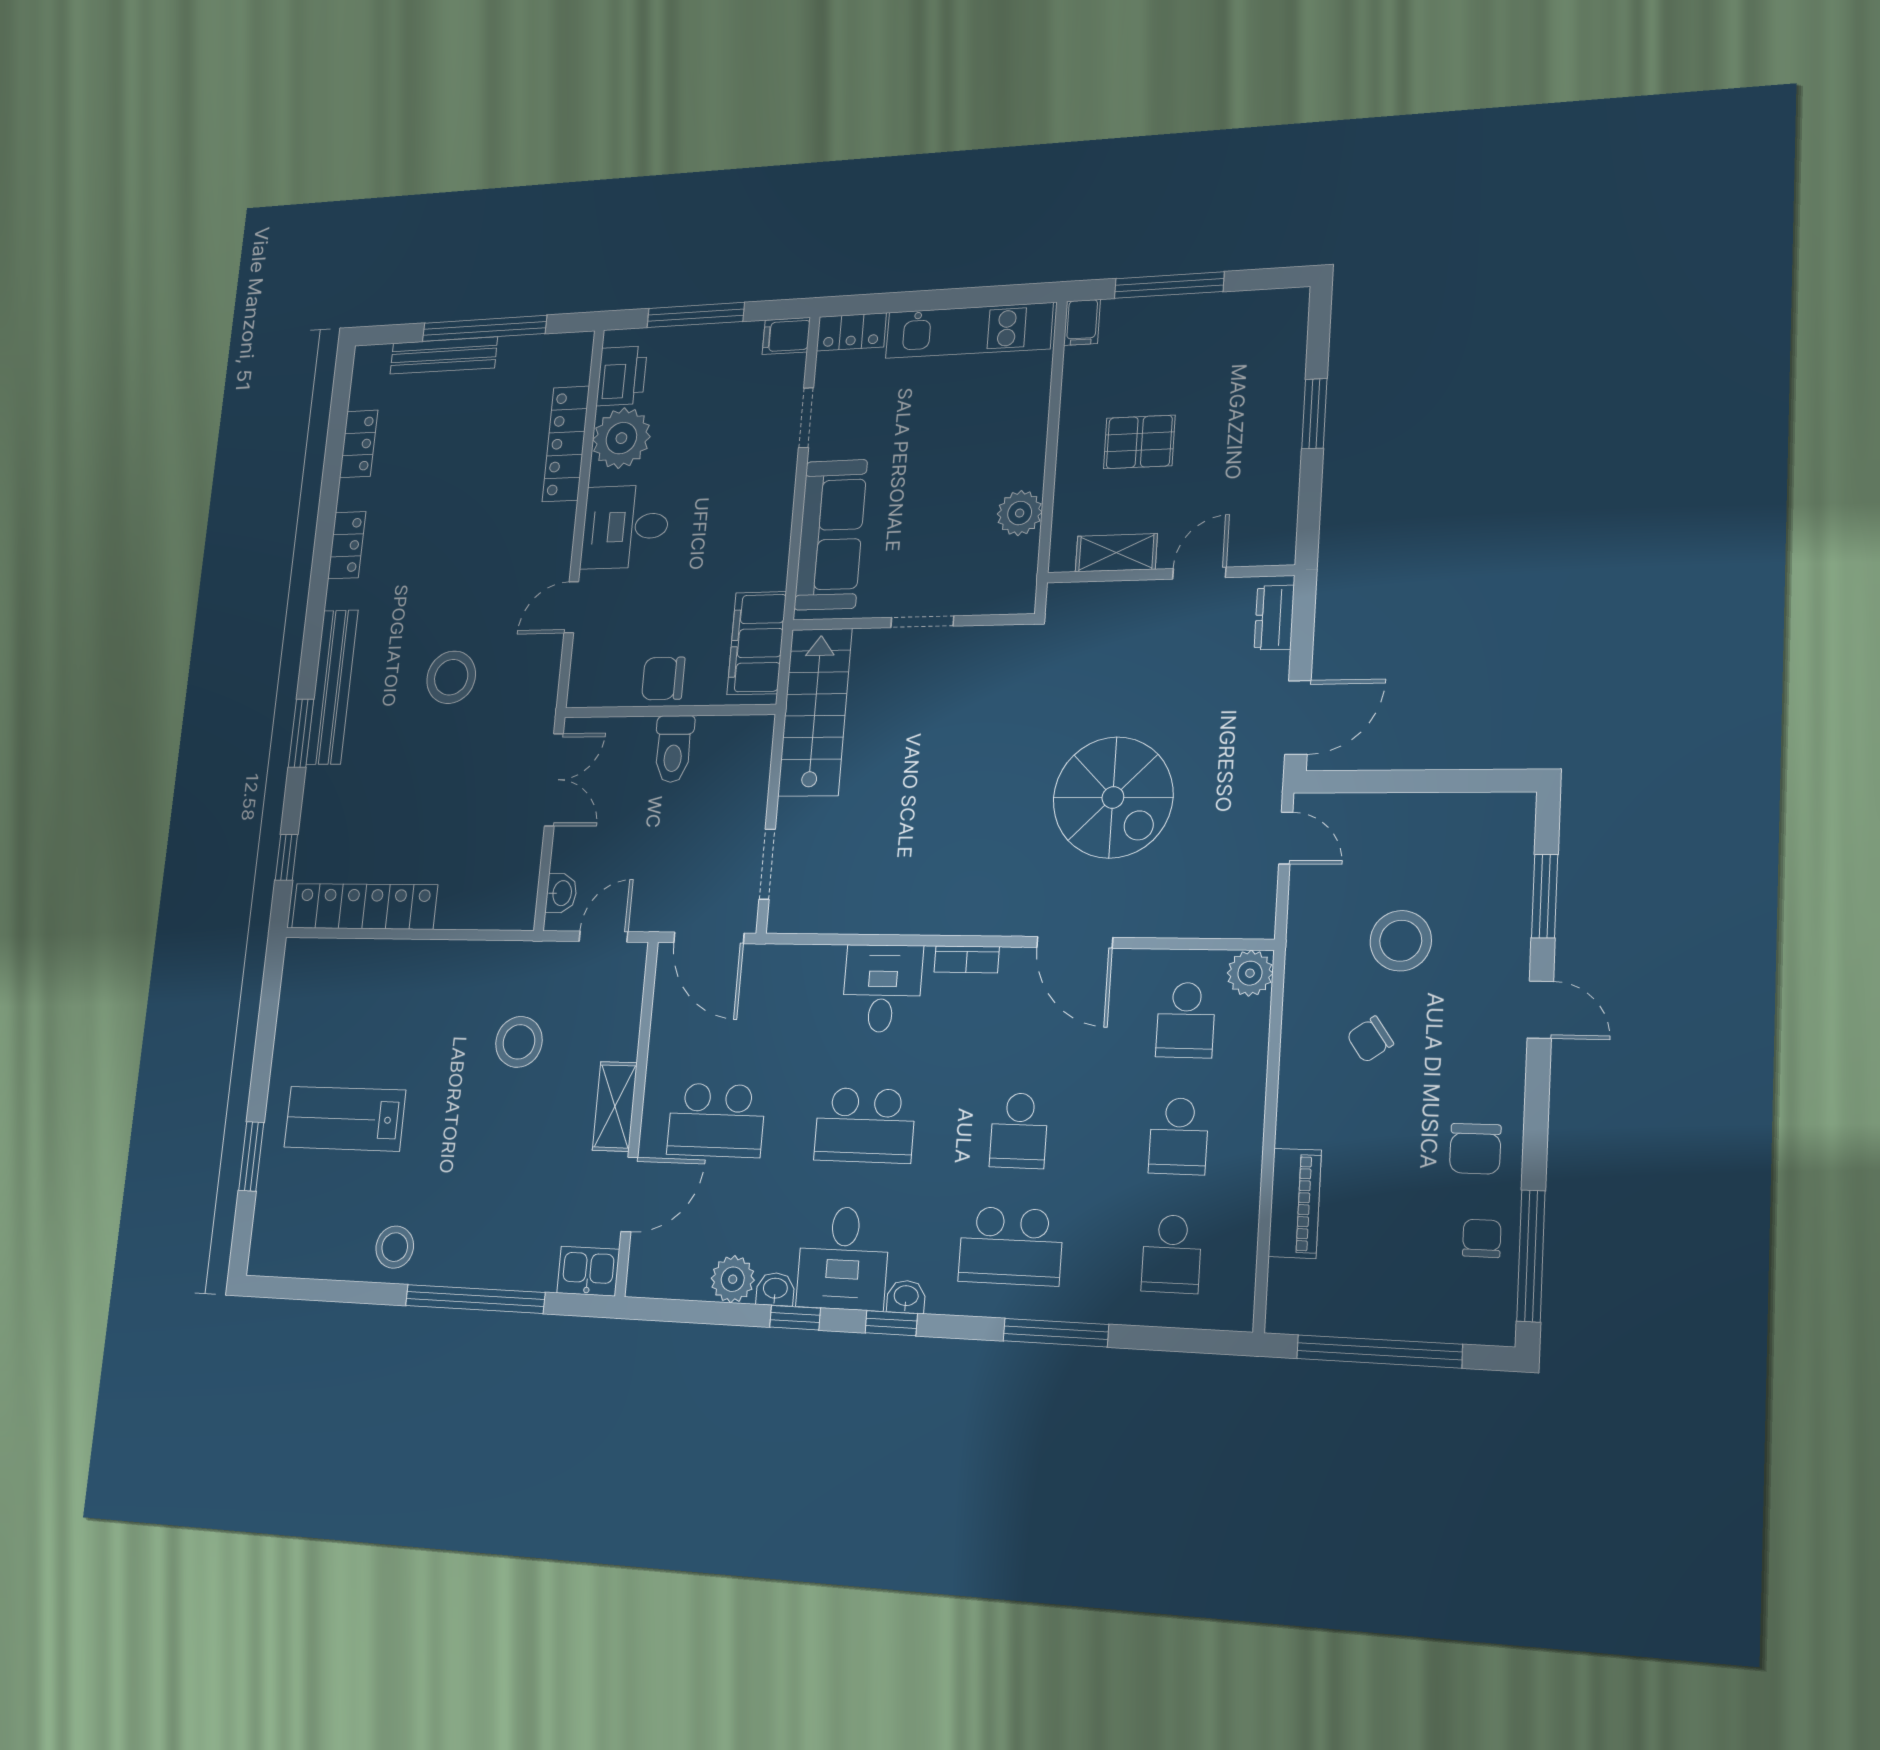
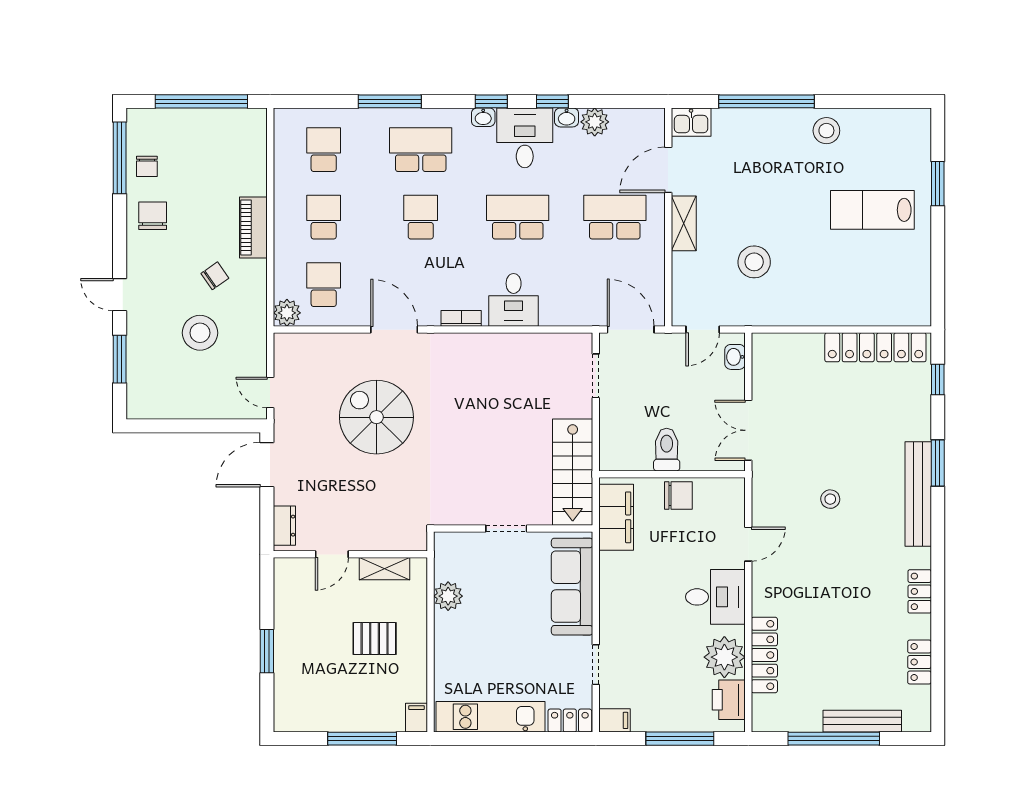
stool: (451, 677) -> (830, 499), width x0.53, depth x0.53
lab bench: (345, 1119) -> (872, 210), turned 180
piano: (1295, 1203) -> (253, 227), moved

